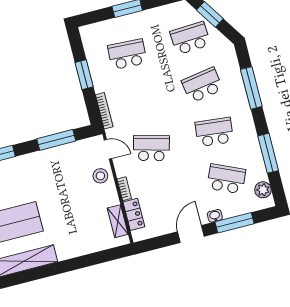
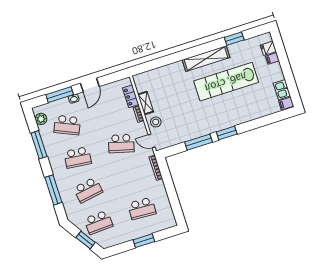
window: (84, 75) -> (171, 192), removed
window: (56, 140) -> (198, 142), moved
shelving: (118, 221) -> (146, 103), moved

